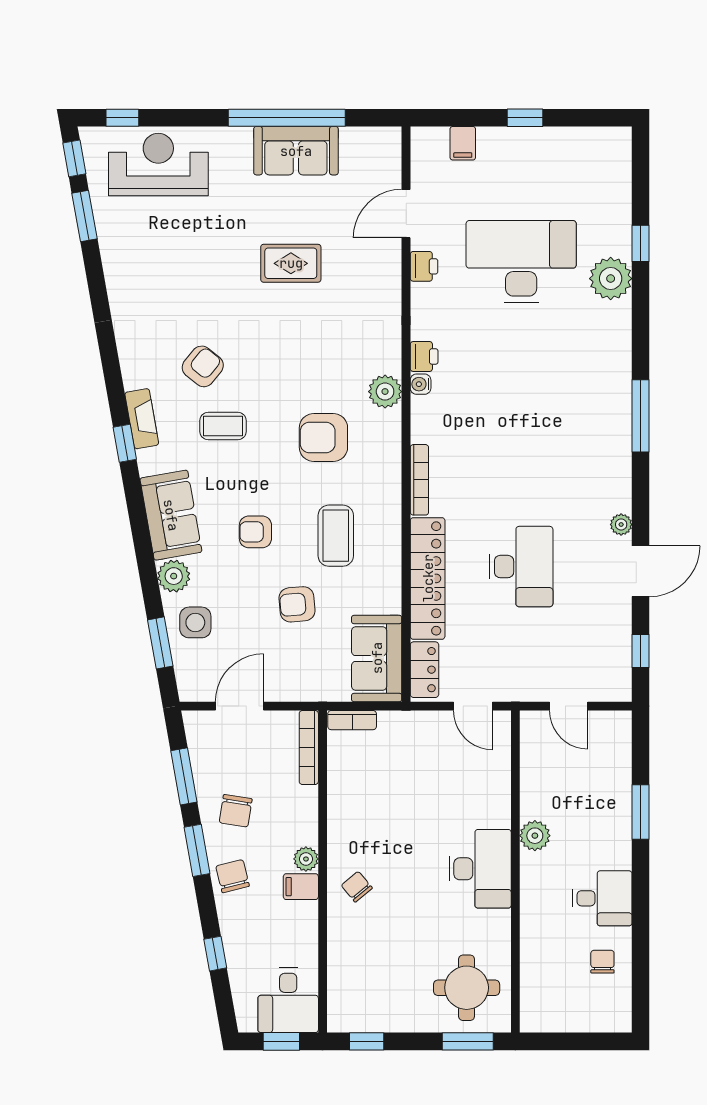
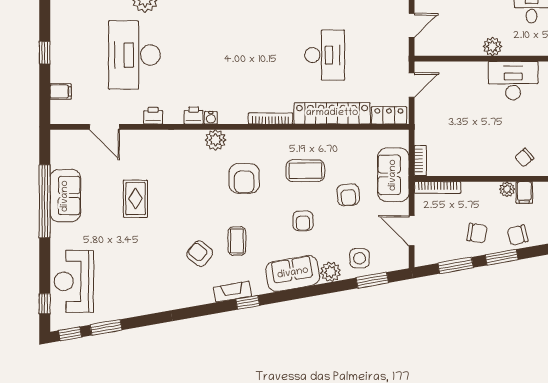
printer: (424, 266) -> (153, 116), moved
desk: (521, 567) -> (325, 55), turned 90
sofa: (377, 658) -> (393, 175), moved, turned 90

